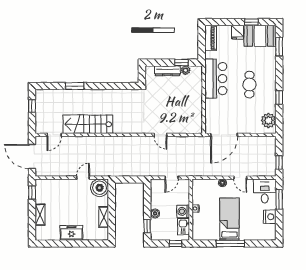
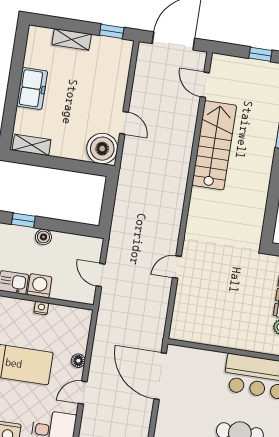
shelving: (104, 217) -> (32, 145), moved

